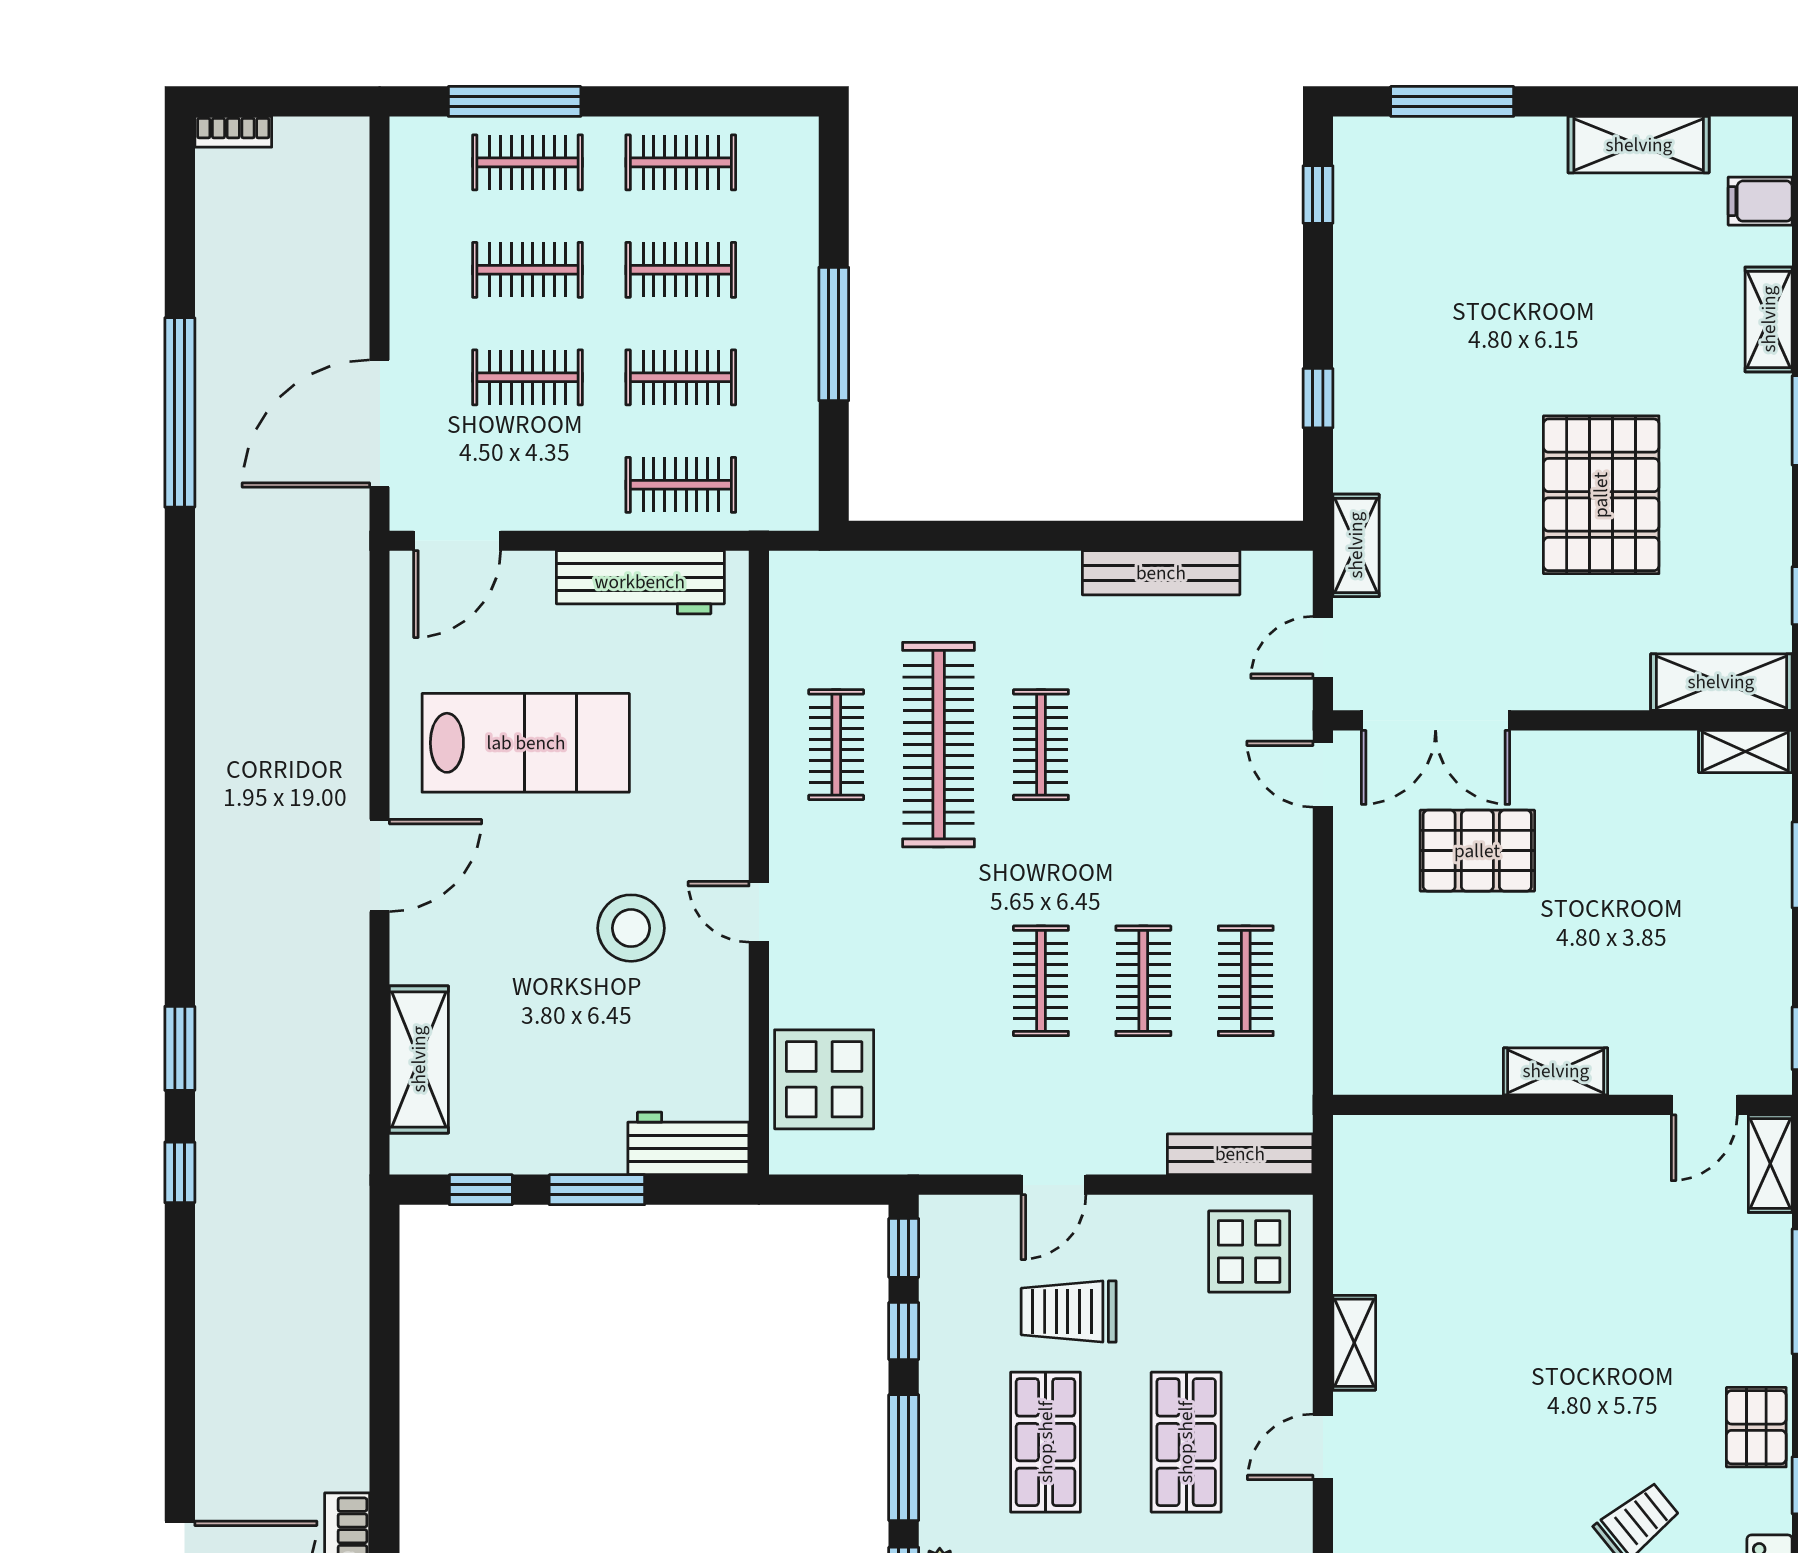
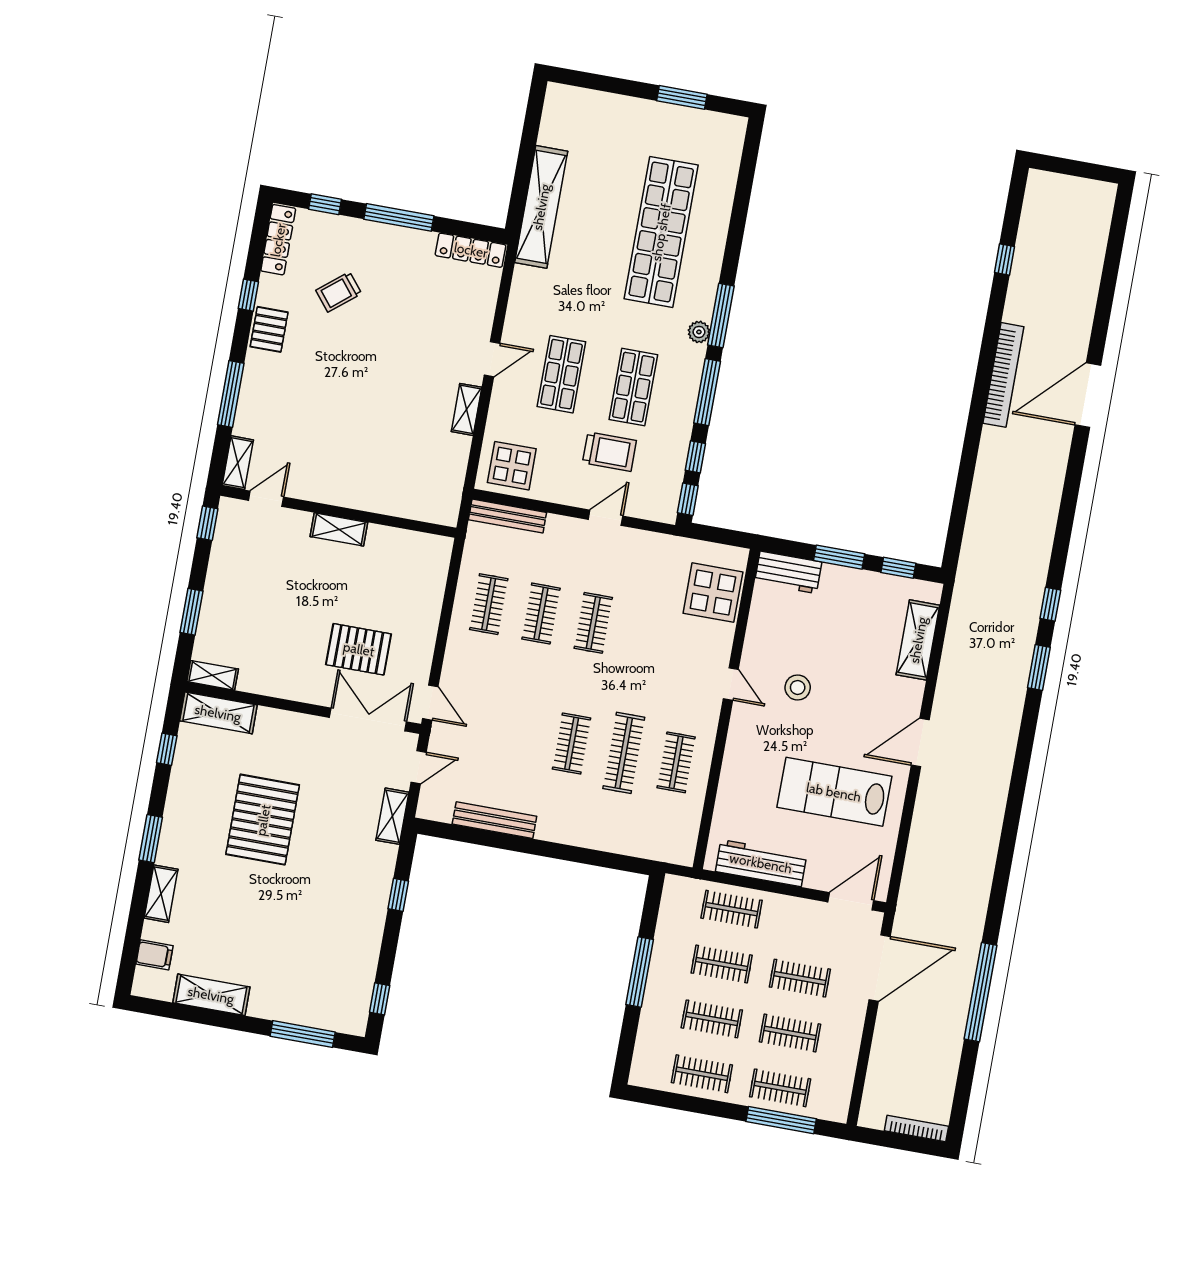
bookcase: (233, 132) -> (916, 1128), width x1.56
clothes rail: (939, 745) -> (624, 753), width x0.73, depth x0.76
stool: (631, 928) -> (798, 688), width x0.73, depth x0.73

